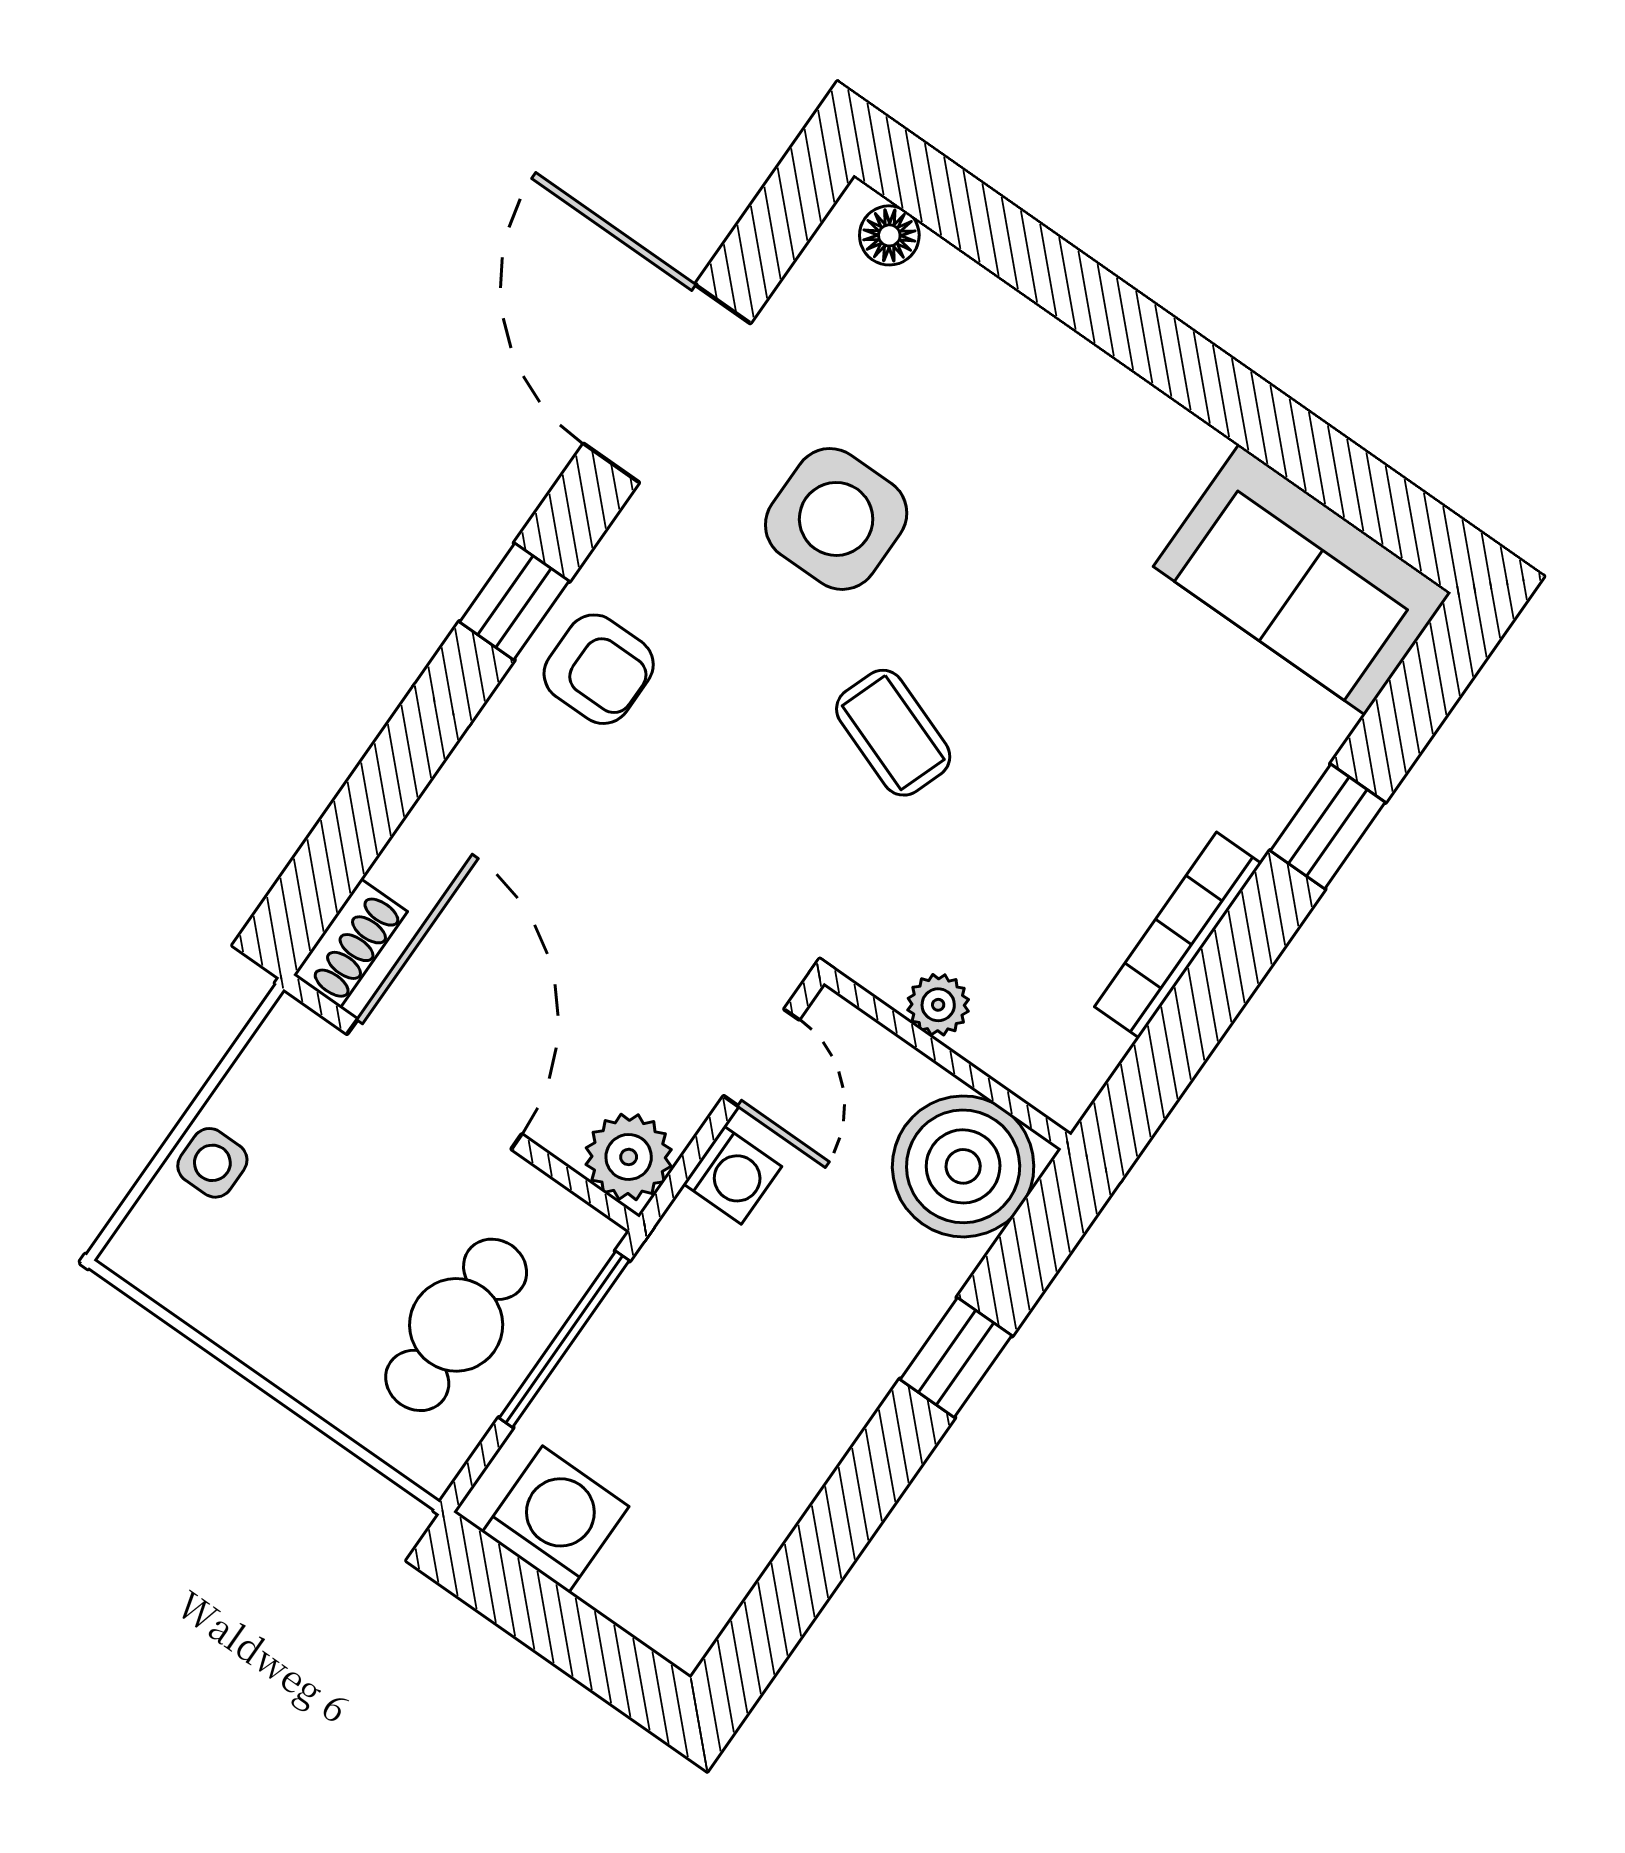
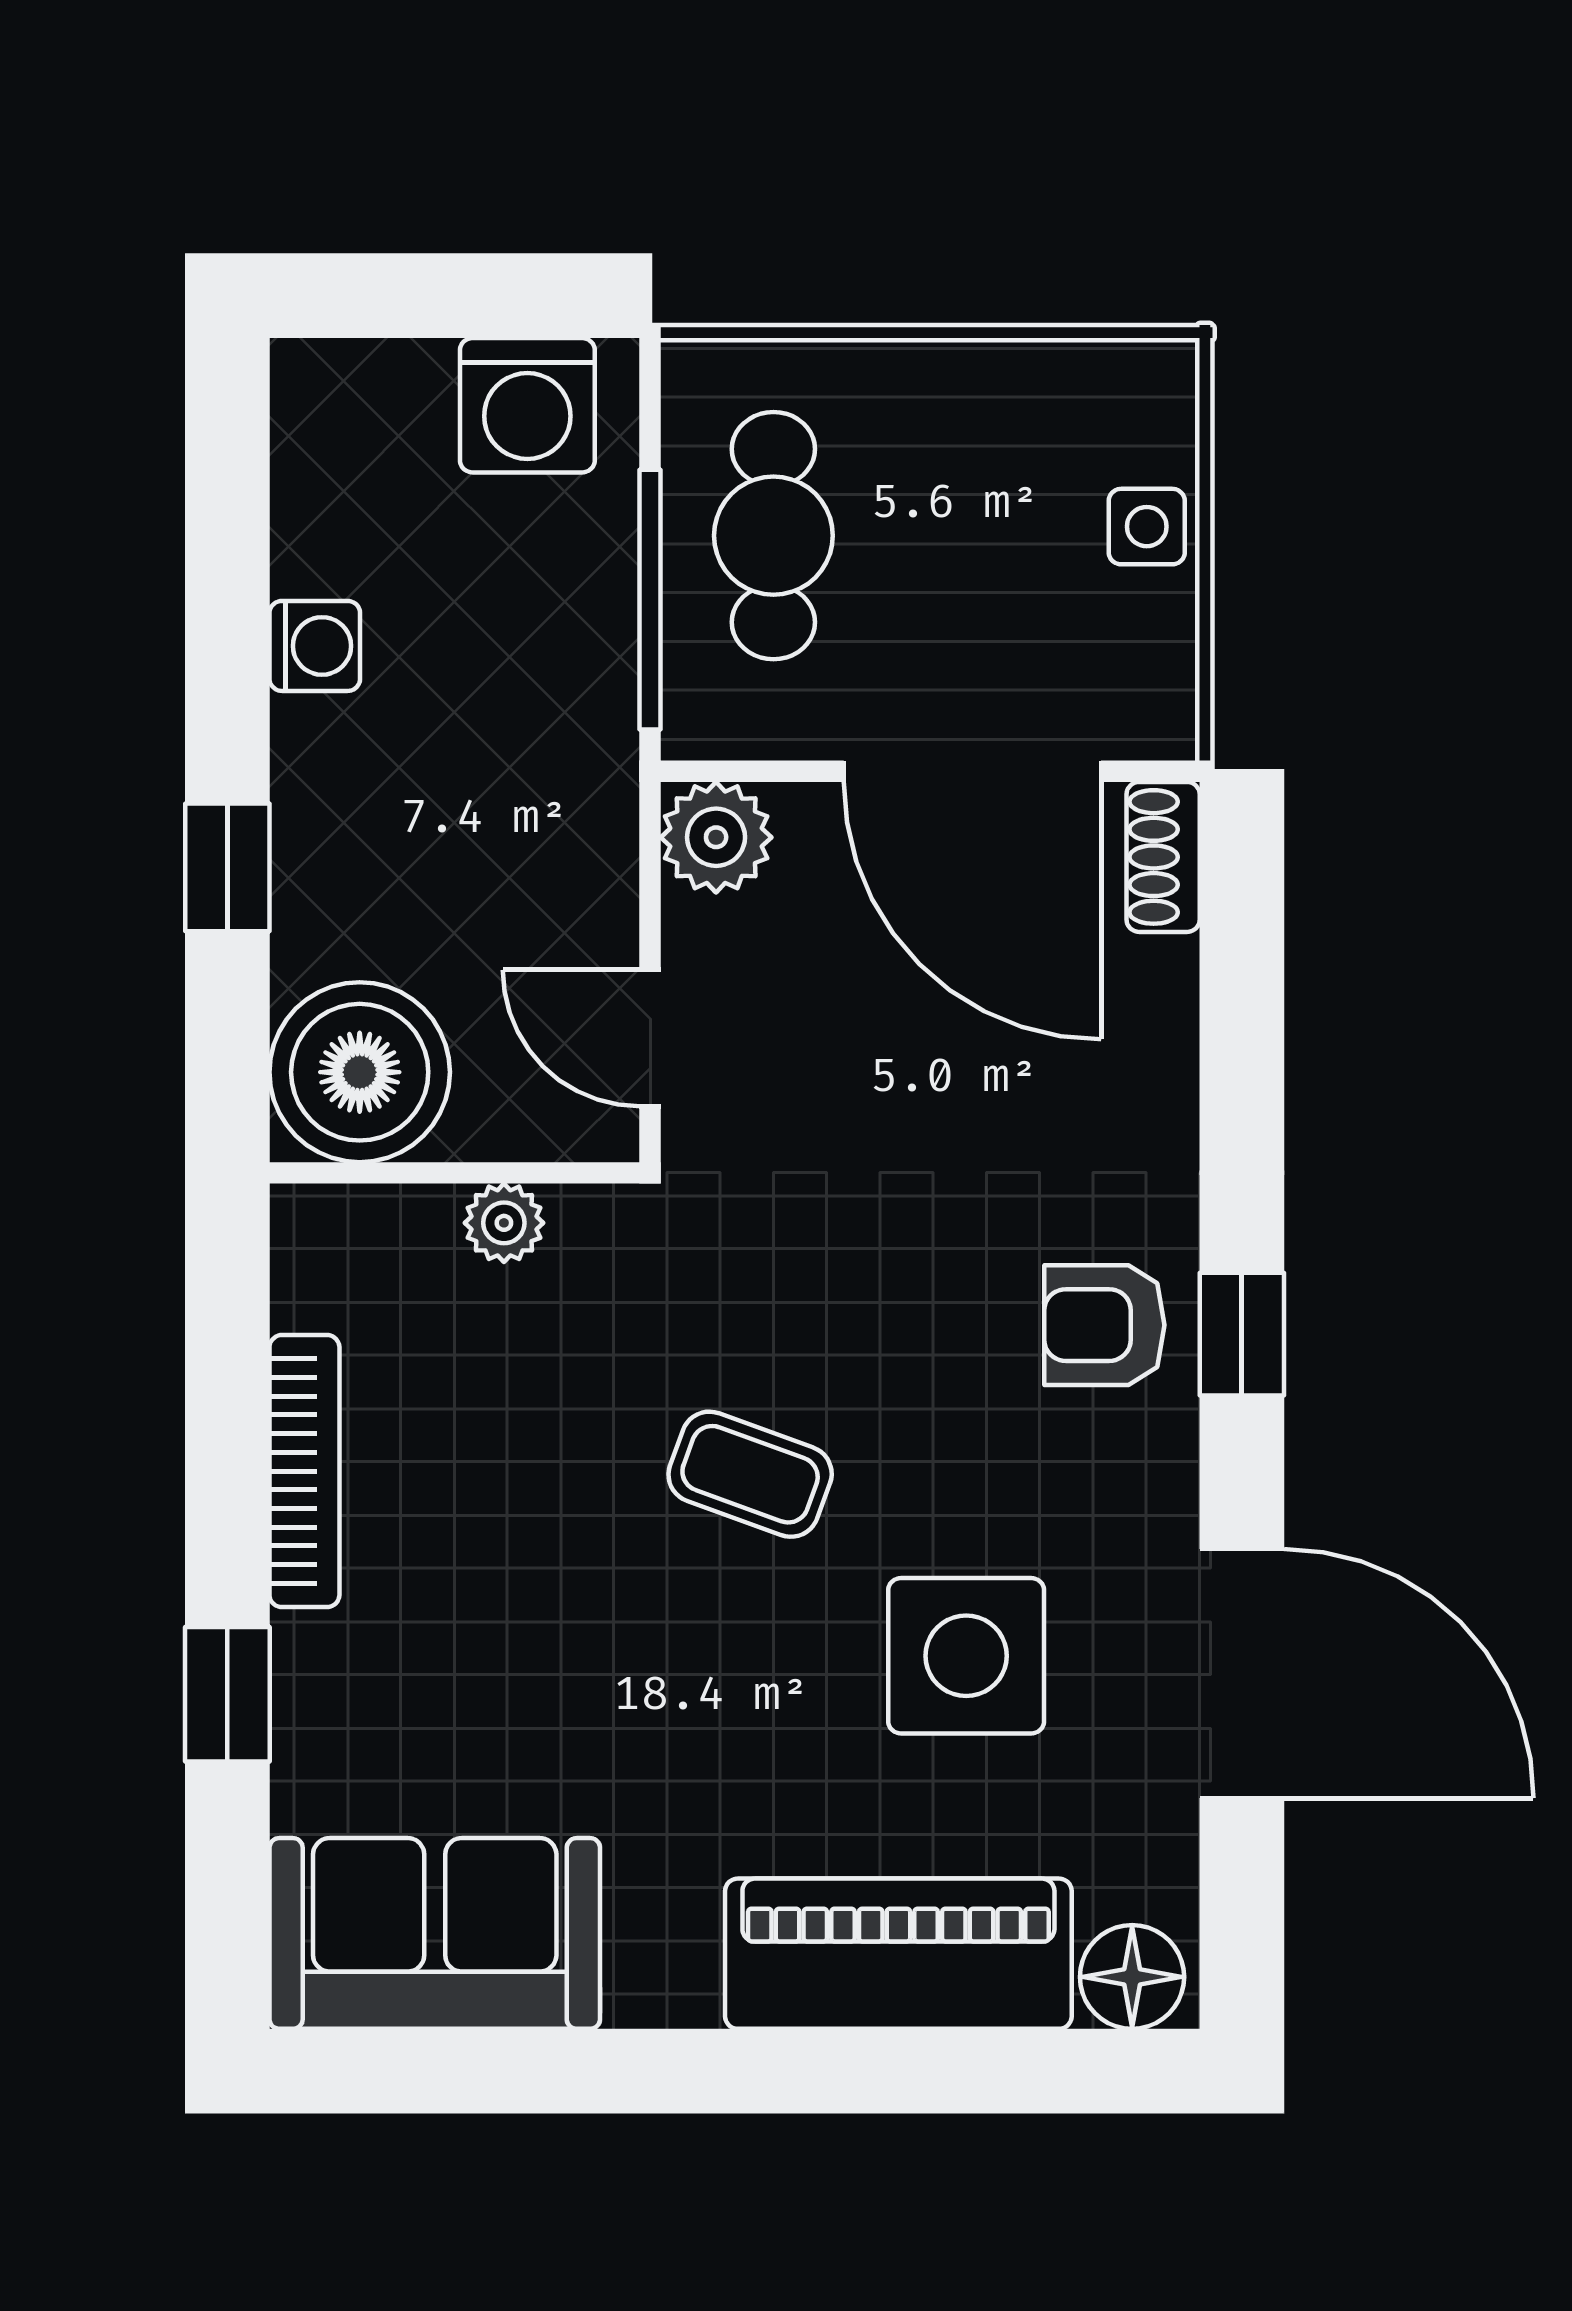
floor lamp: (889, 235) -> (1132, 1977), width x1.37, depth x1.37
piano: (1013, 358) -> (898, 1954), added
washing machine: (732, 1175) -> (315, 646), moved, turned 180

